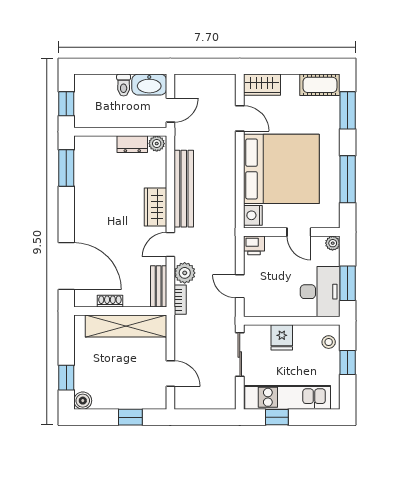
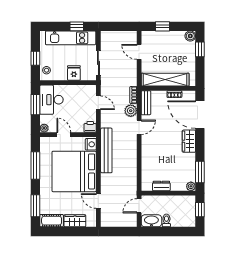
wardrobe: (262, 85) -> (75, 221), moved
plant: (157, 144) -> (191, 186), moved
bench: (184, 189) -> (106, 150), moved
wardrobe: (155, 207) -> (189, 141), moved, turned 180

